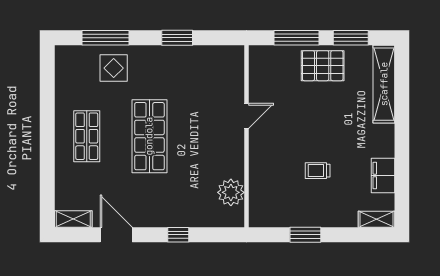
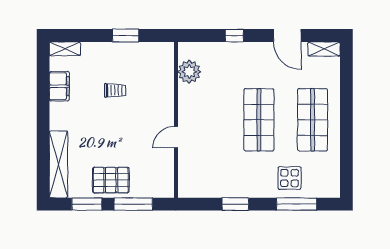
shop shelf: (87, 136) -> (313, 120), width x1.43, depth x1.36

